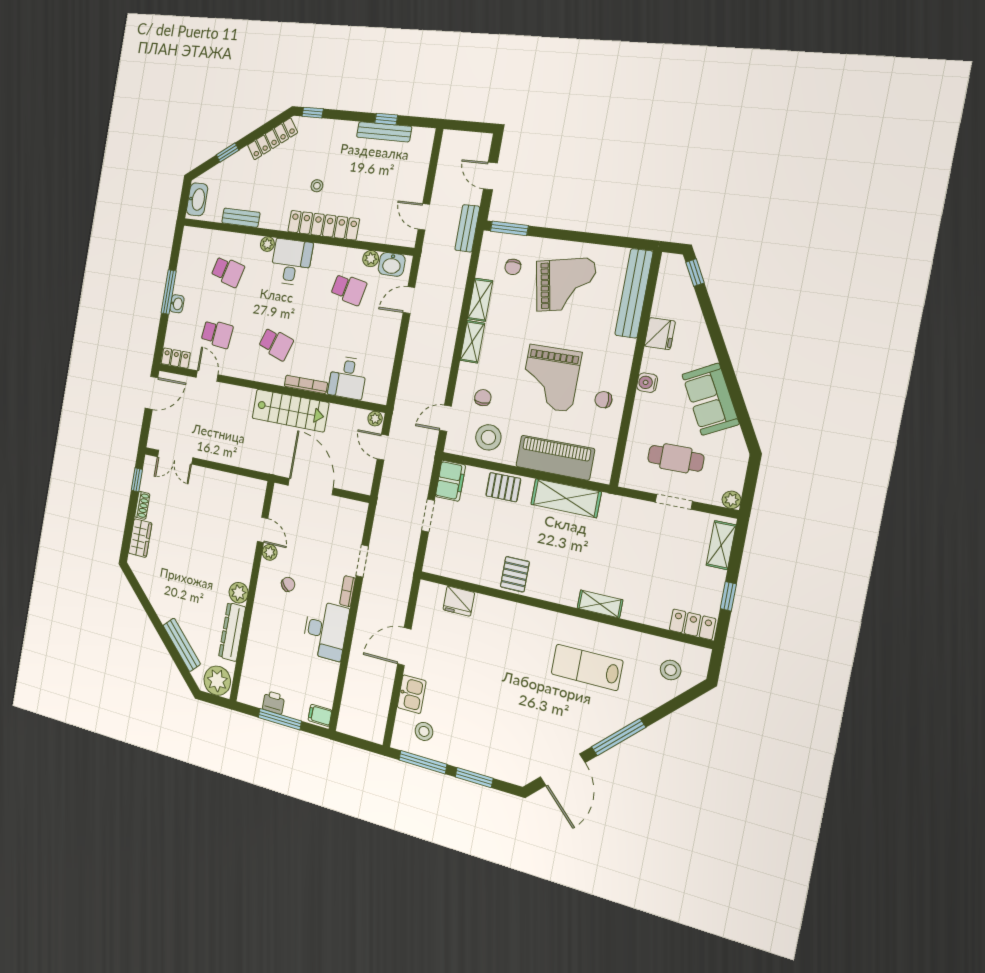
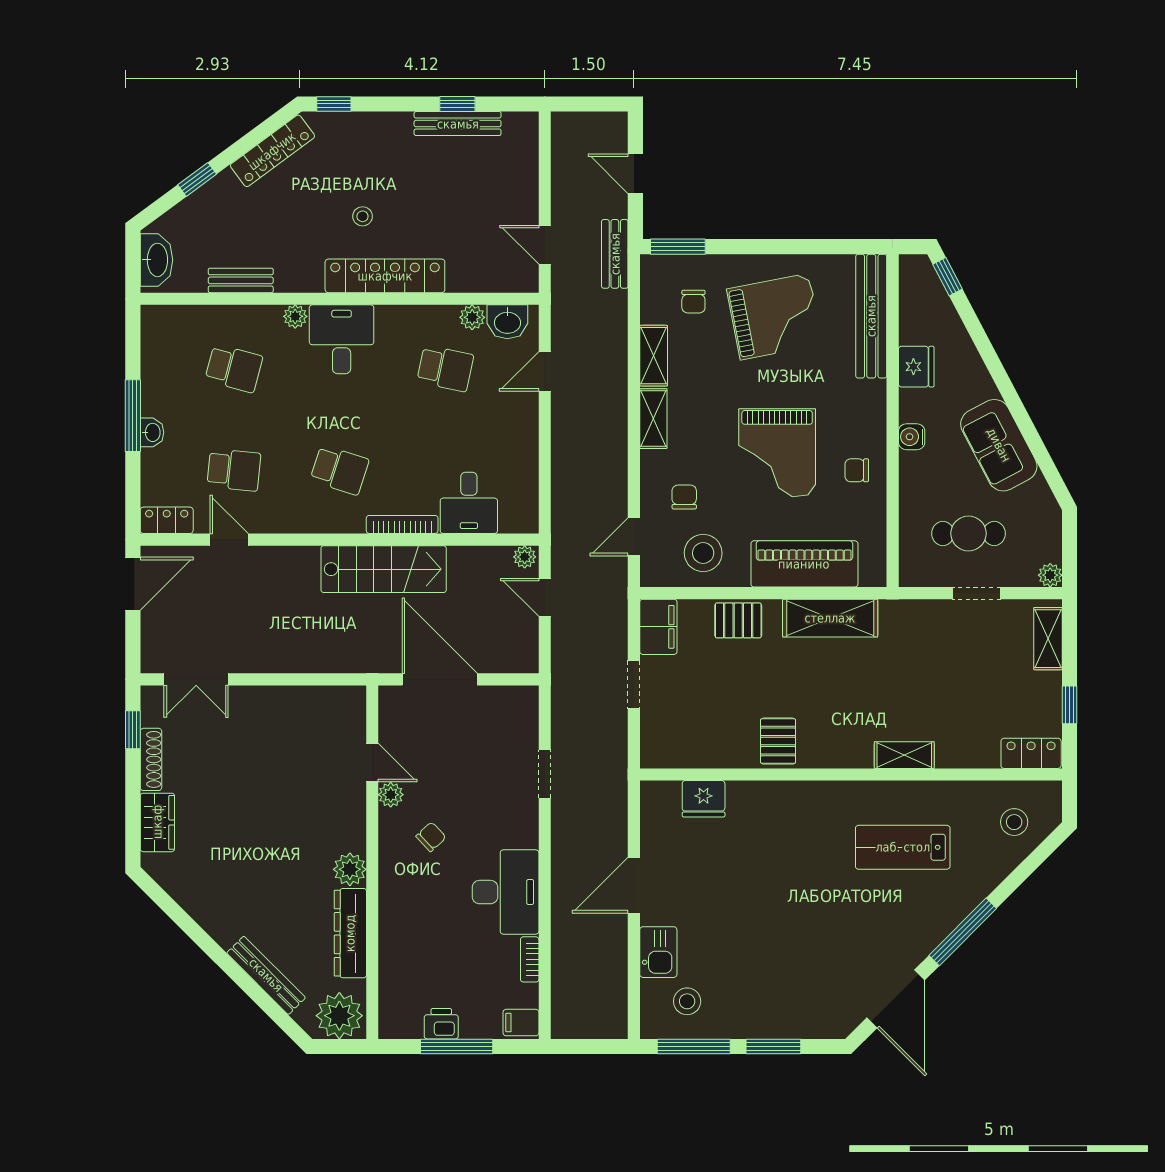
shoe rack: (142, 505) -> (151, 759), width x1.43
bookcase: (347, 591) -> (530, 959), moved

